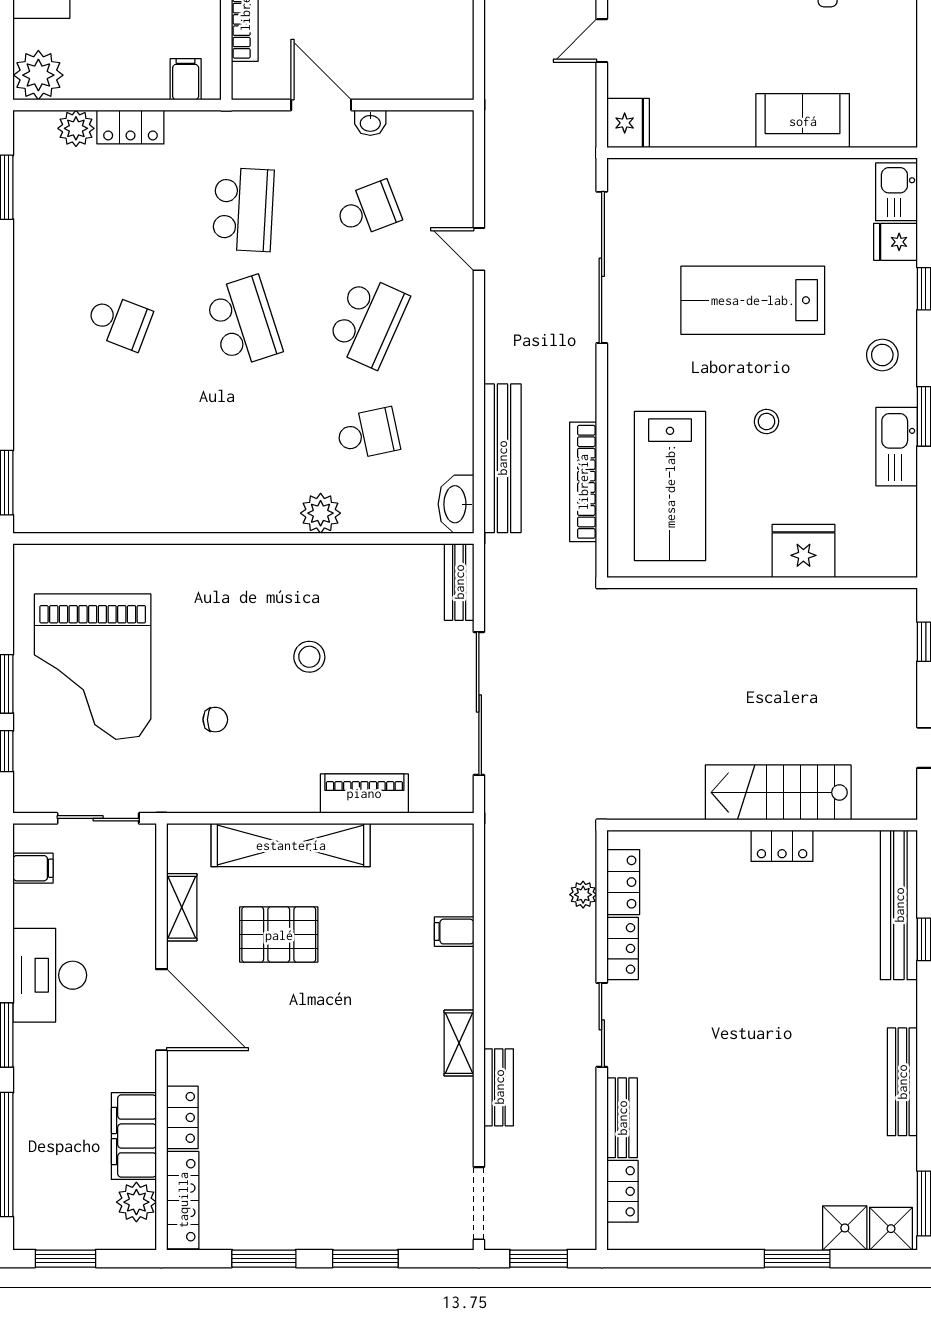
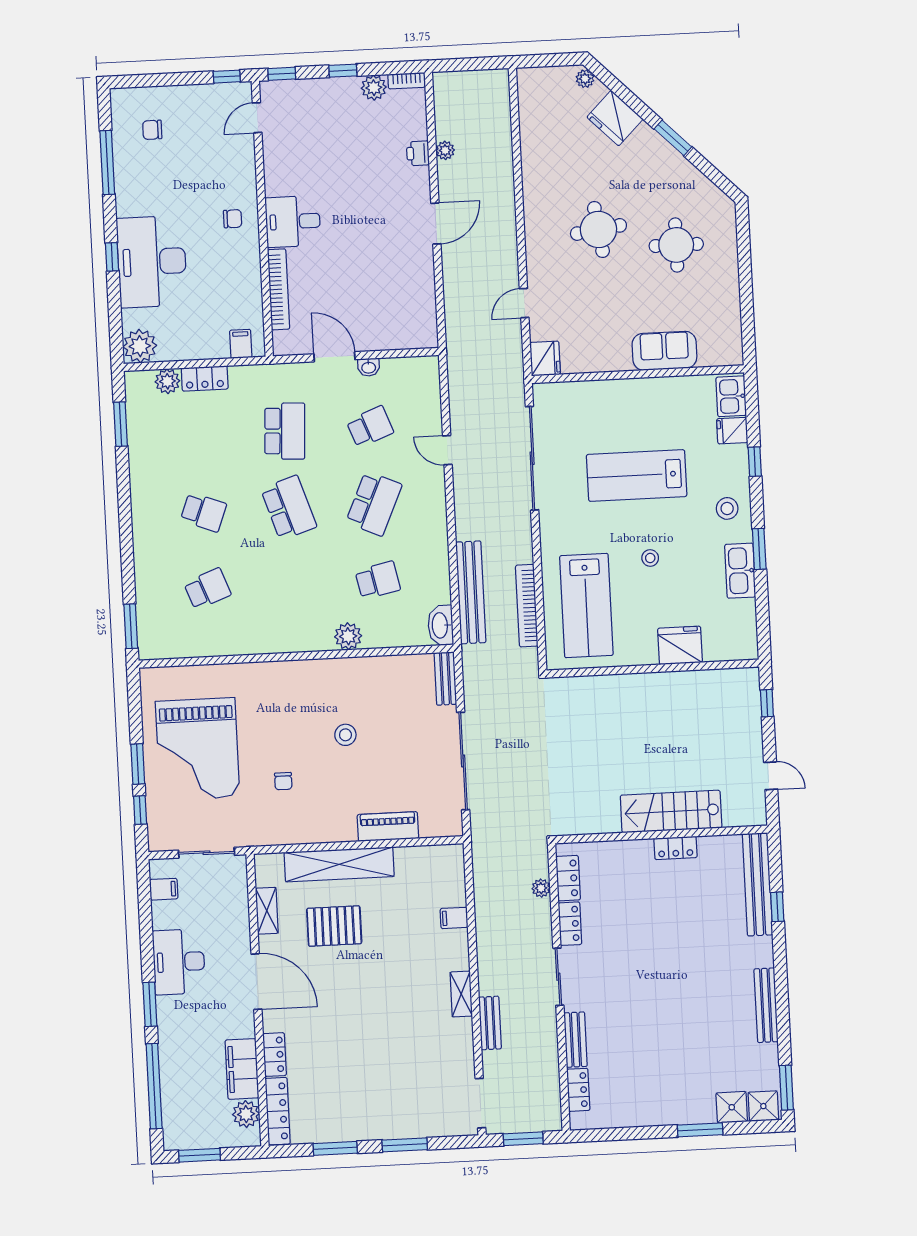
school desk: (119, 434) -> (207, 589), added
chair: (215, 720) -> (283, 781), turned 90

